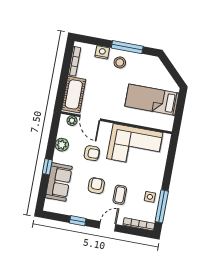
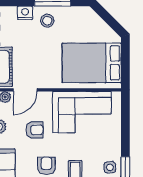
bed: (152, 100) -> (92, 63), width x1.50
door: (90, 118) -> (25, 90), hinge flipped

